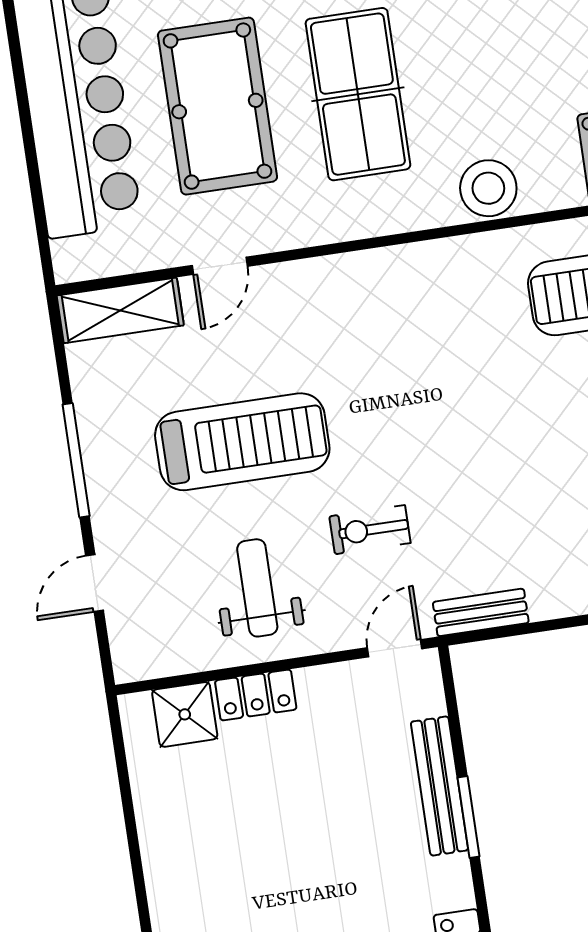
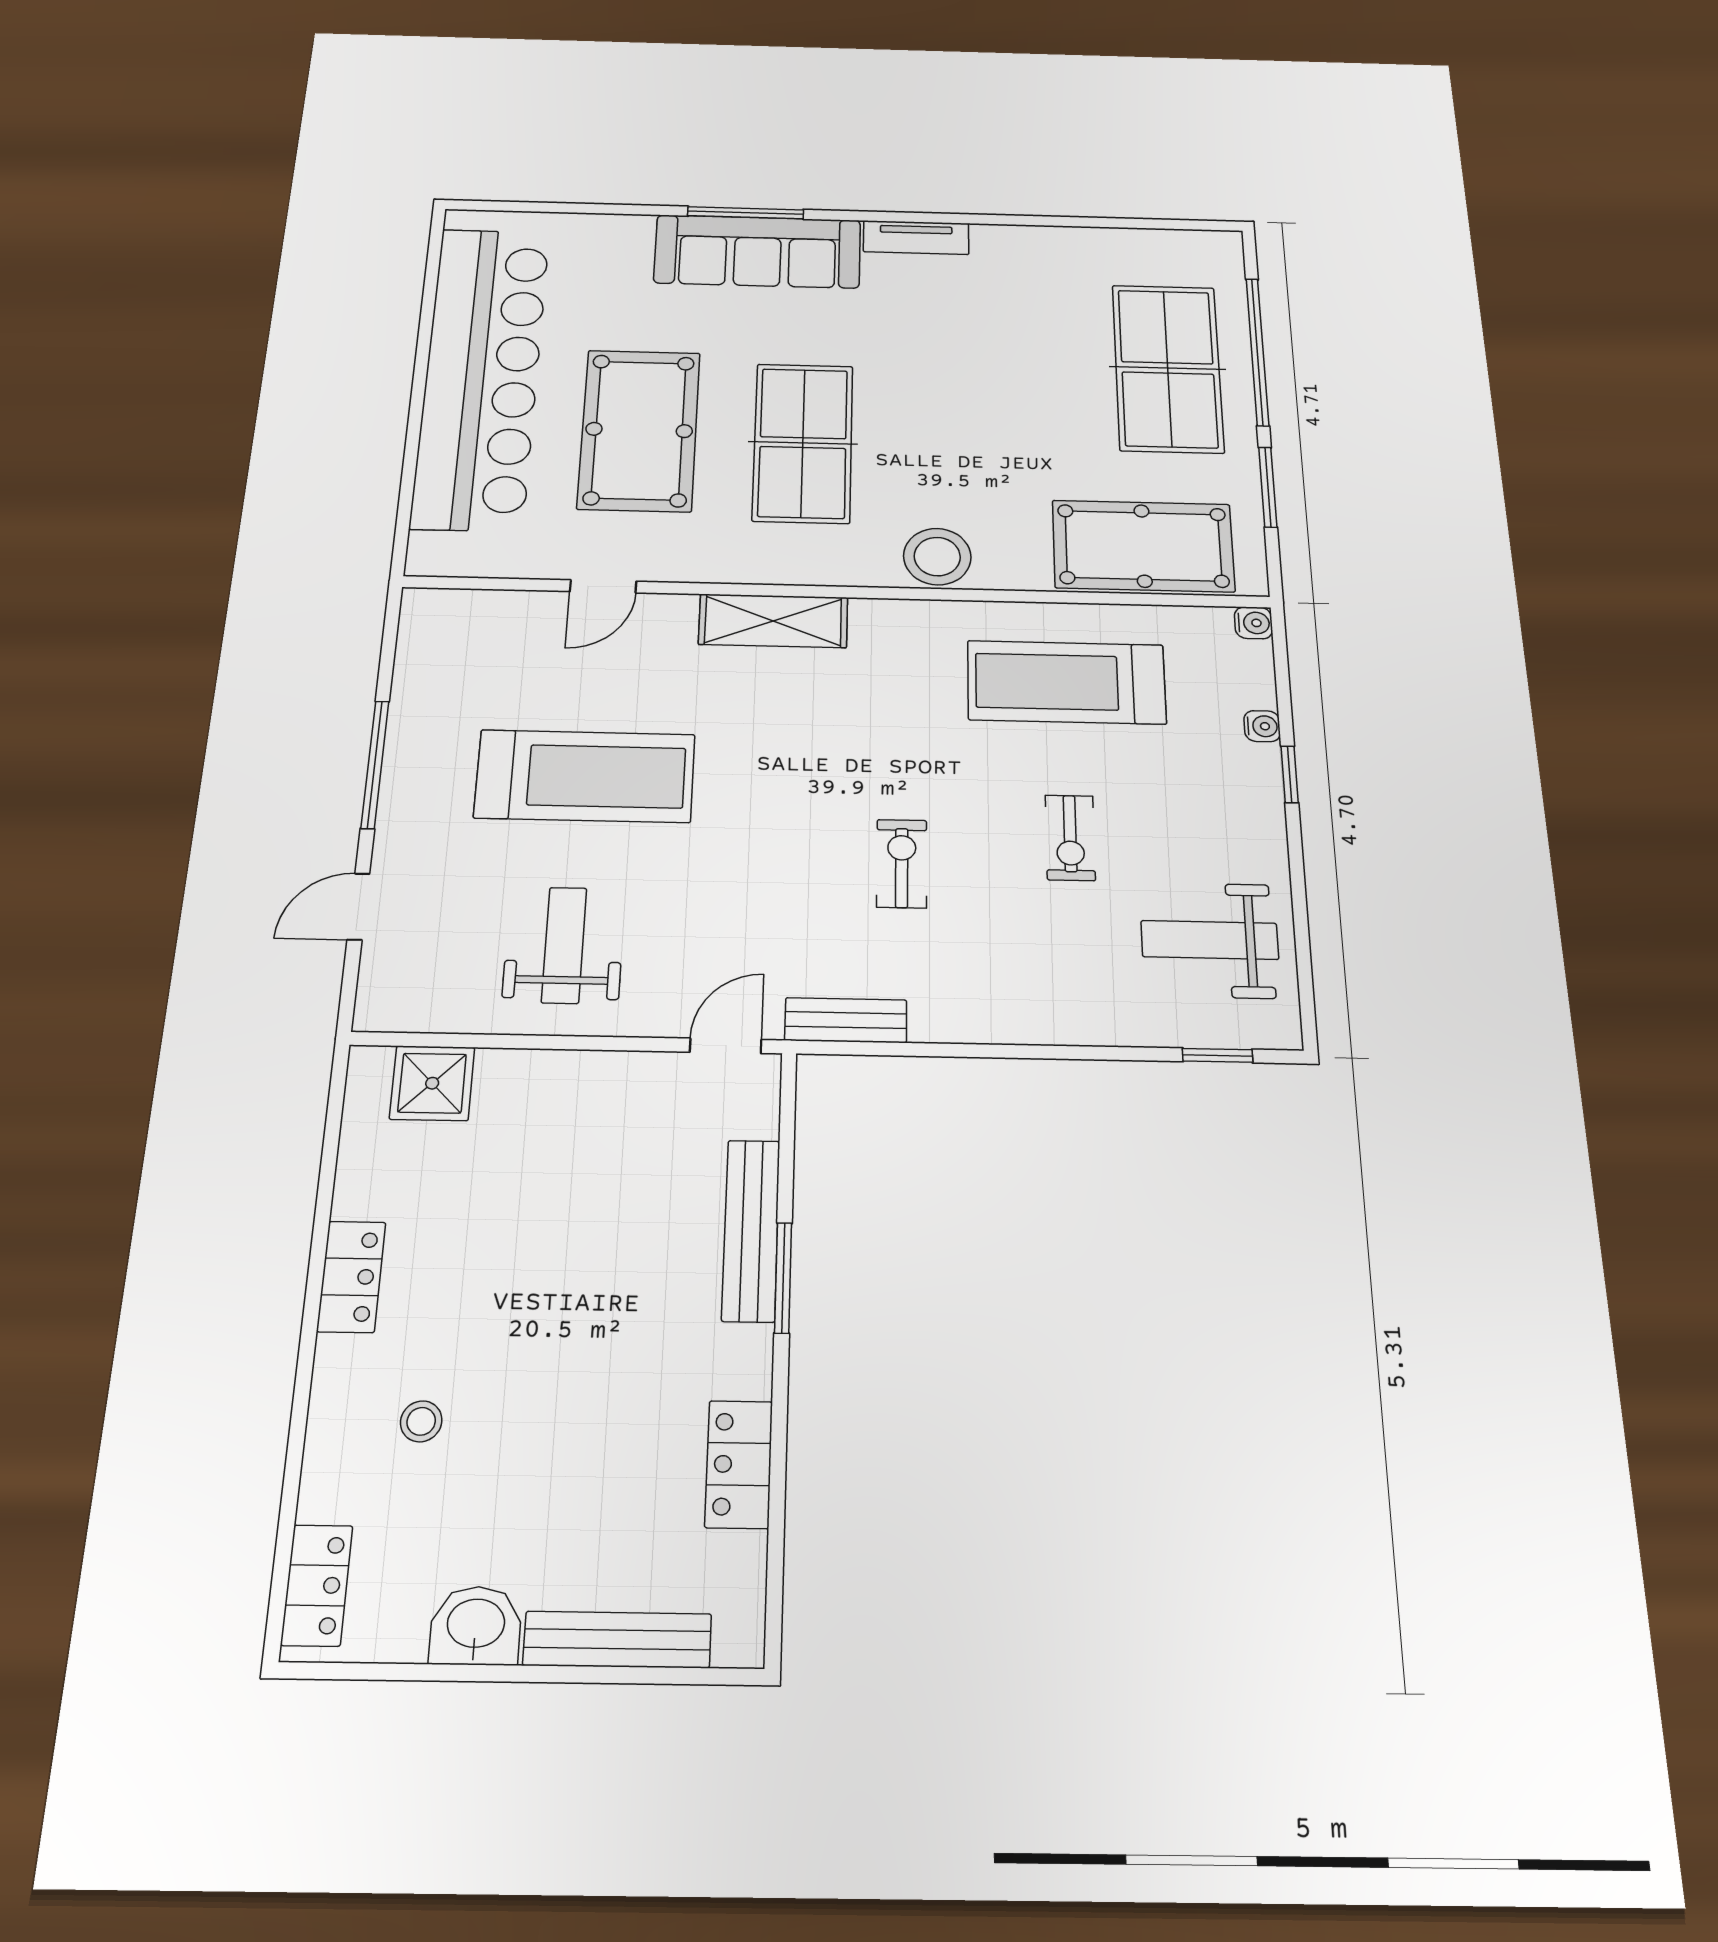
shelving: (120, 310) -> (773, 621), moved
exercise bike: (370, 530) -> (902, 864), moved, turned 90
locker: (256, 695) -> (351, 1277), moved, turned -90

